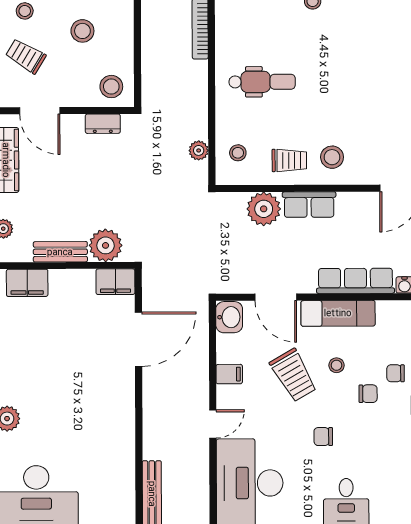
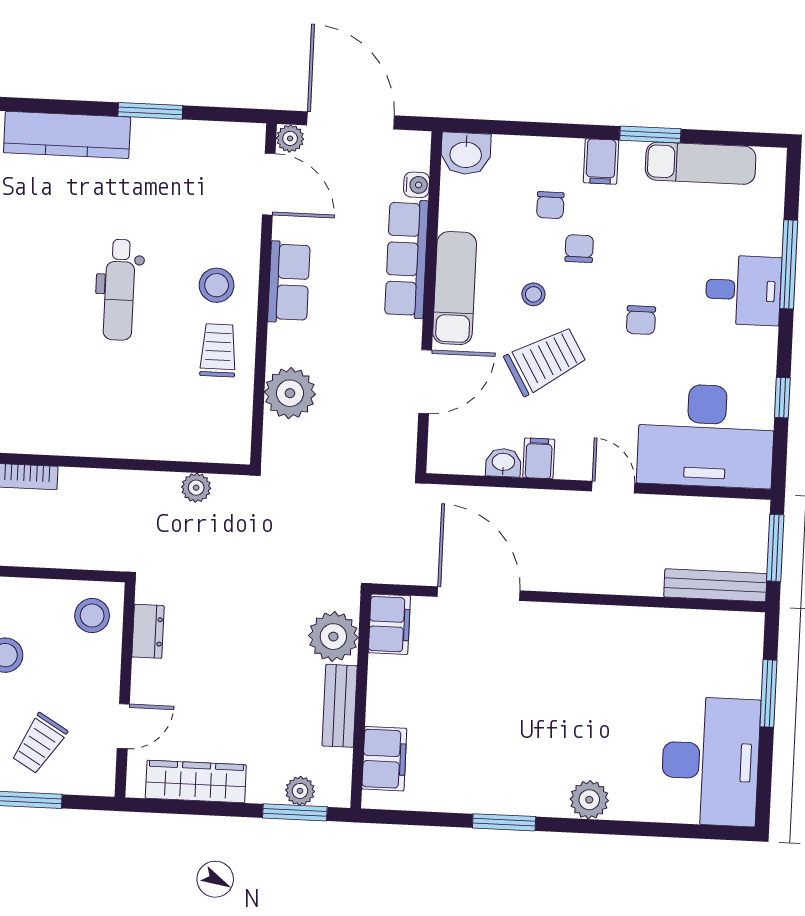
dental chair: (262, 82) -> (119, 290), moved, turned 180
door: (40, 111) -> (123, 726), width x0.73
stool: (238, 153) -> (203, 428), removed
row of seats: (309, 205) -> (289, 282), moved
washbasin: (229, 317) -> (503, 463), moved, width x0.72, depth x0.69

